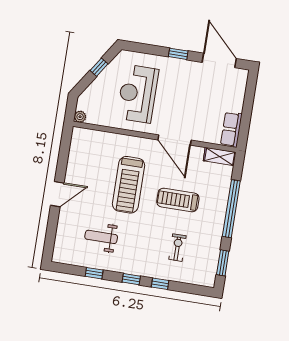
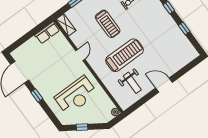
door: (174, 140) -> (80, 55), width x0.53
weight bench: (101, 237) -> (132, 83), moved

